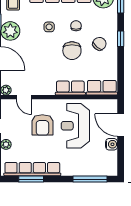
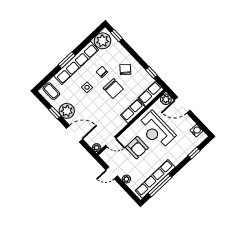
window: (121, 39) -> (151, 72), moved
plant: (111, 106) -> (166, 99), added
water cooler: (112, 144) -> (196, 131), moved
window: (31, 179) -> (160, 185), width x1.44
window: (90, 179) -> (194, 153), width x0.46

